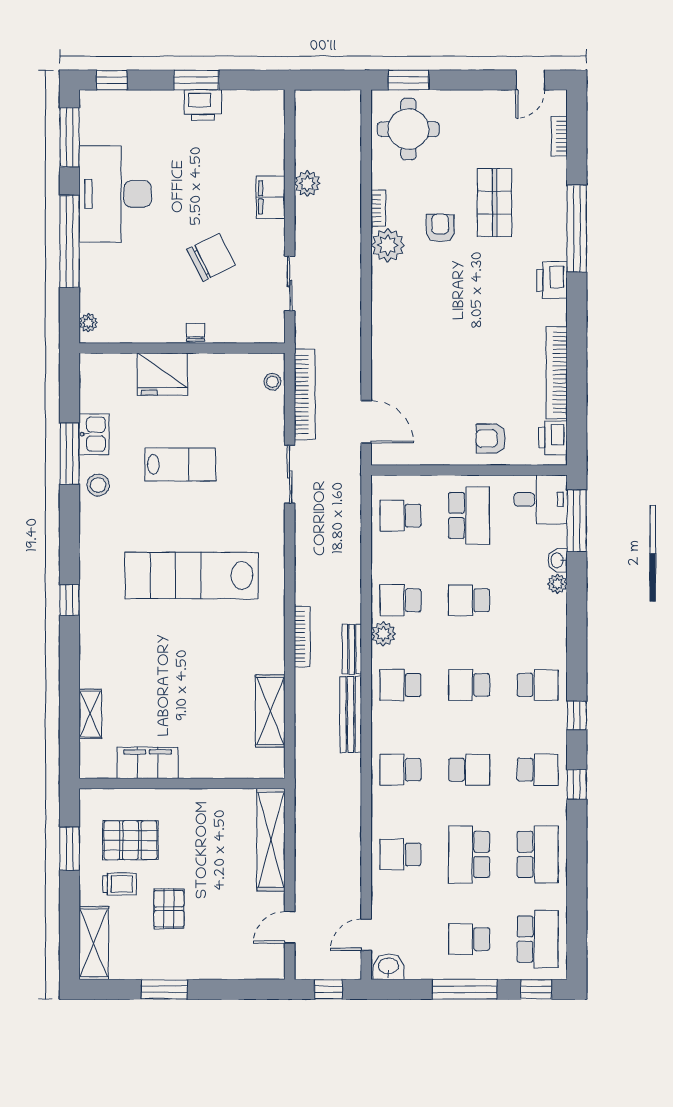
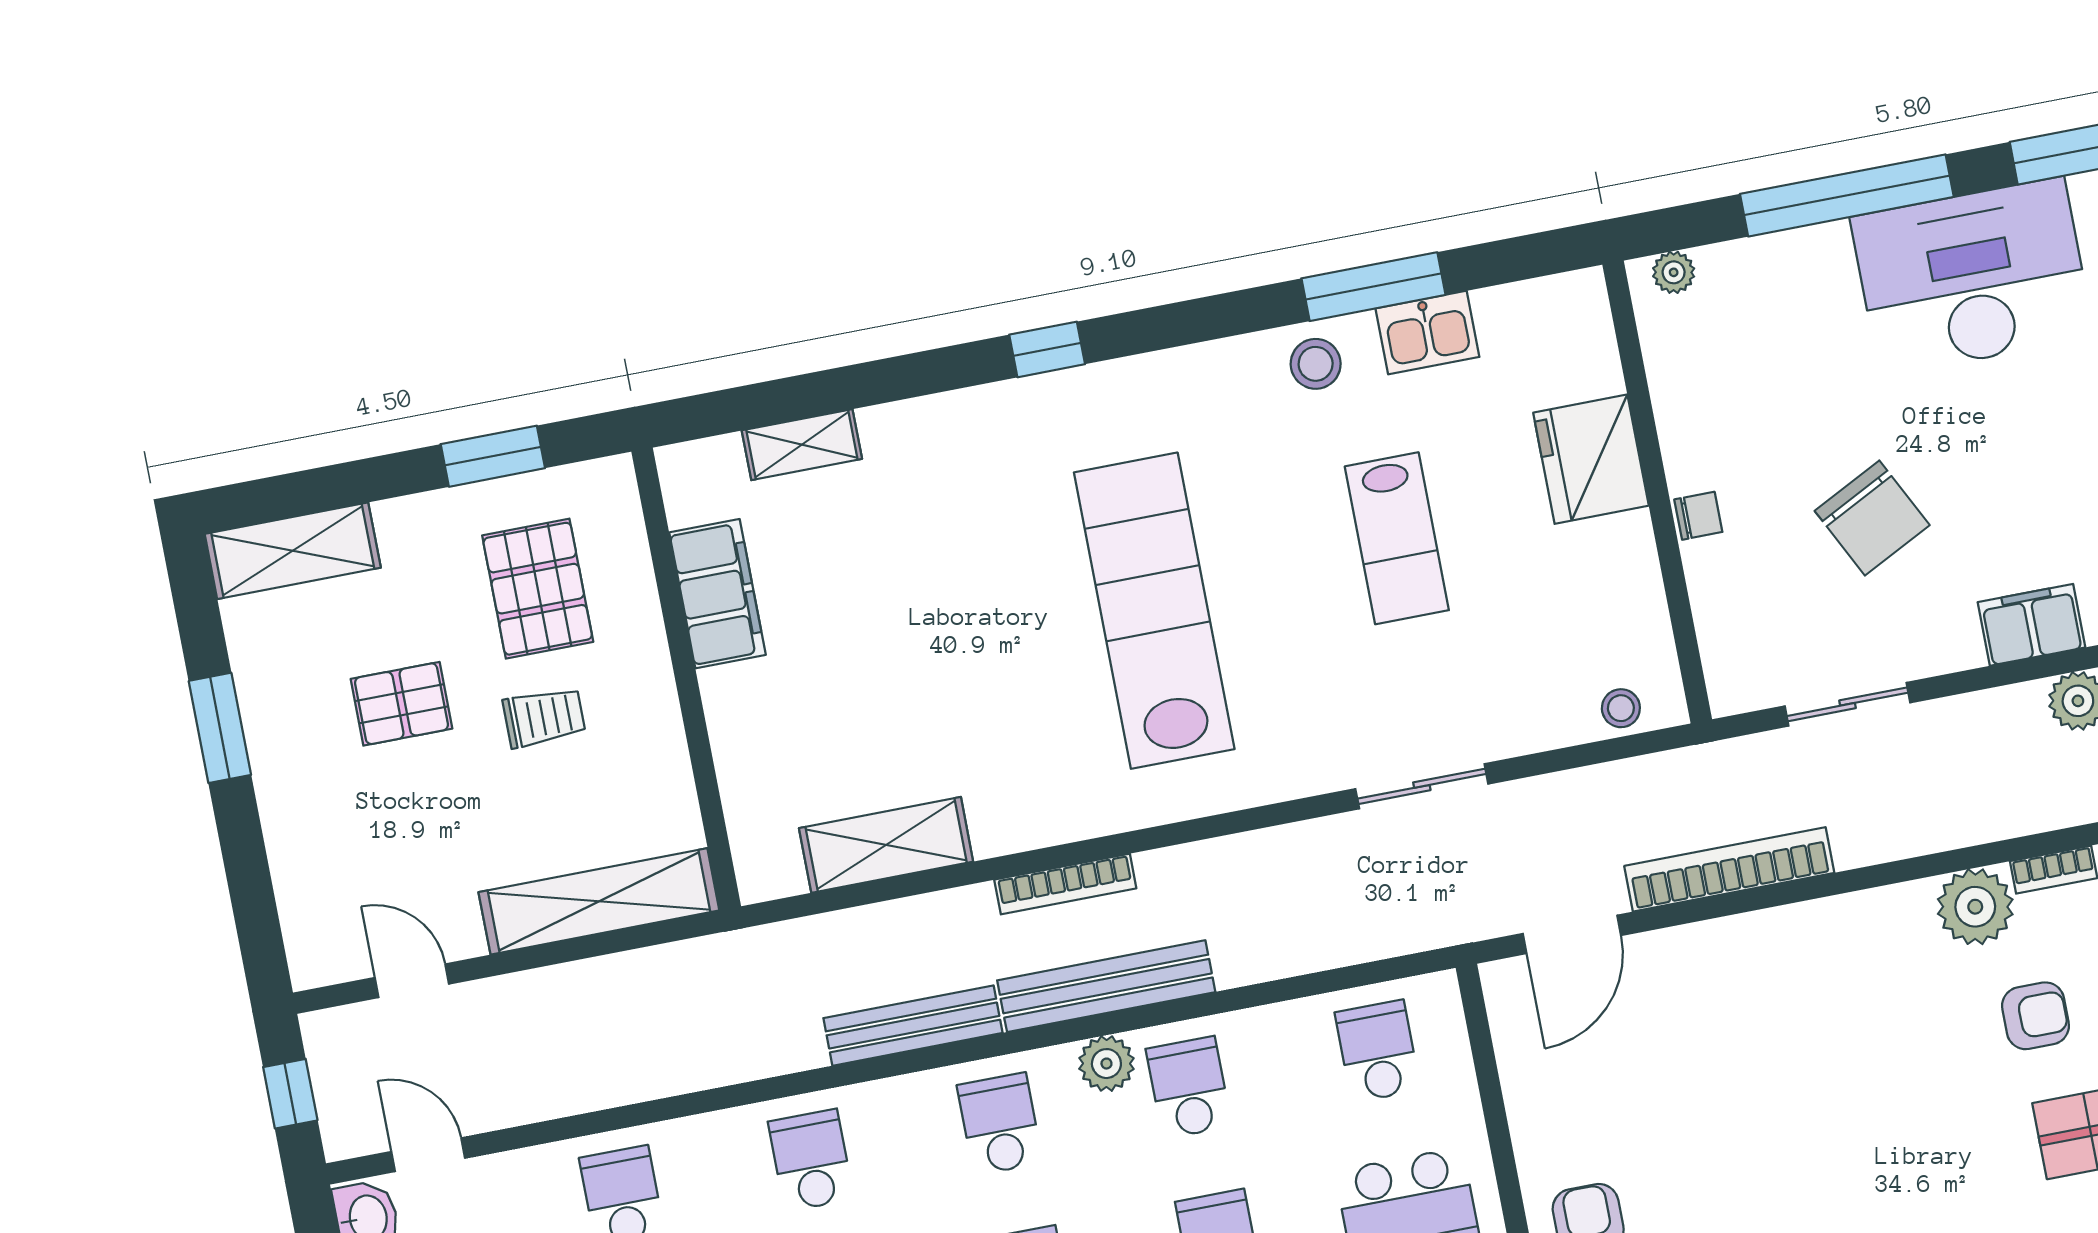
bookcase: (305, 394) -> (1729, 869), moved, turned 180
bench: (352, 649) -> (1106, 986), width x1.86, depth x1.21
trolley: (119, 884) -> (544, 717), moved, turned -90

